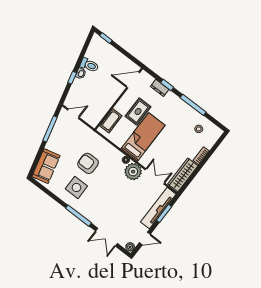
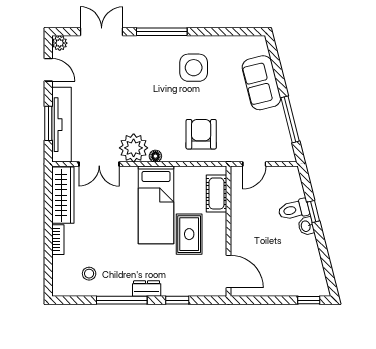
toilet: (89, 65) -> (294, 210), moved
door: (133, 80) -> (228, 272), hinge flipped
dresser: (160, 88) -> (147, 289), moved
door: (73, 114) -> (254, 164), moved
armchair: (88, 163) -> (201, 134), moved, turned -90
sofa: (46, 166) -> (261, 83), moved
door: (145, 238) -> (48, 70), swing flipped

